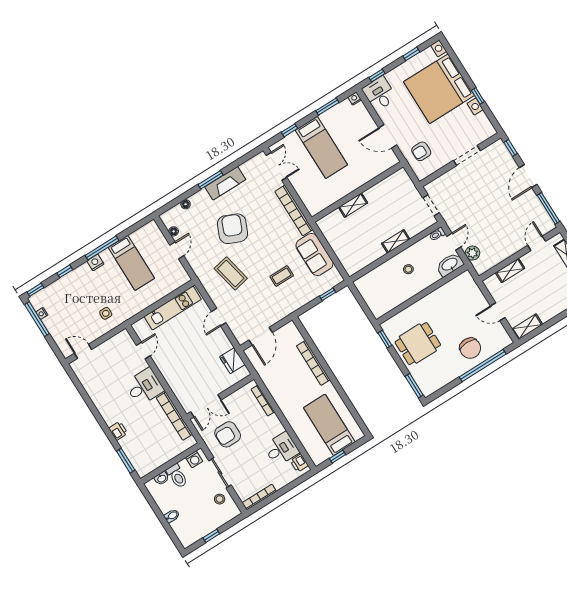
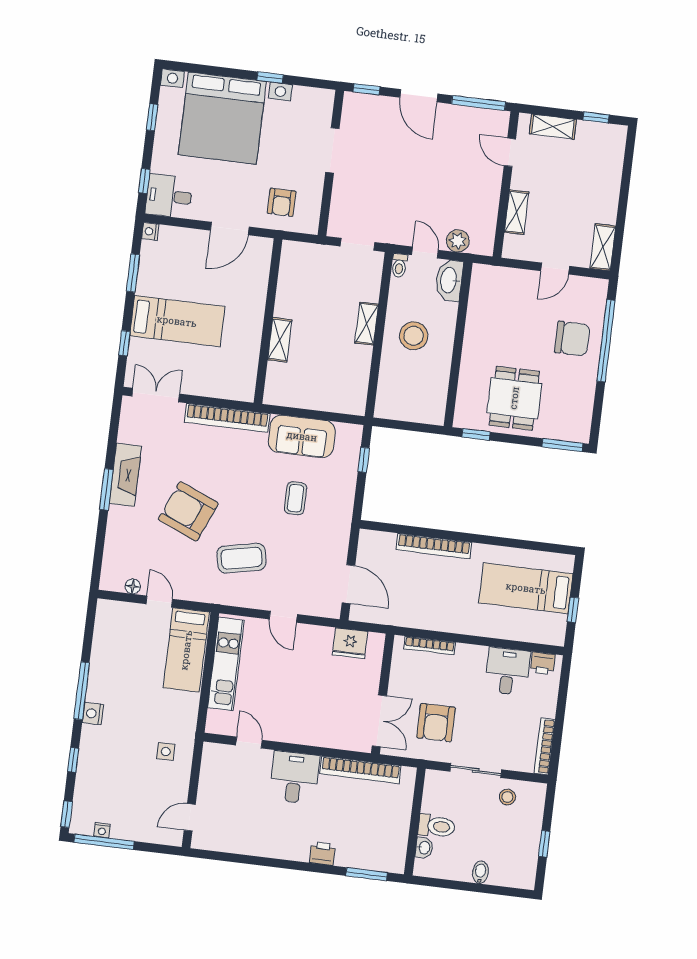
floor lamp: (186, 204) -> (111, 545), removed
bed: (131, 263) -> (186, 650), moved, turned 90
stool: (408, 269) -> (414, 336), width x1.89, depth x1.89
washing machine: (194, 459) -> (433, 789), removed

